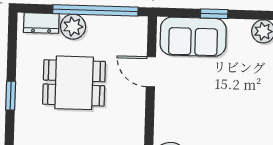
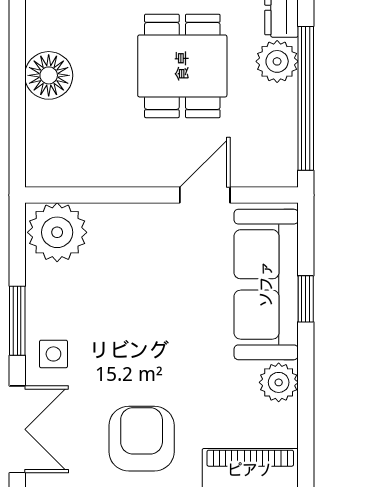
sofa: (193, 37) -> (266, 284), width x1.36

